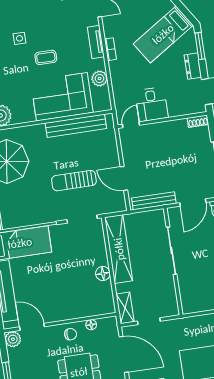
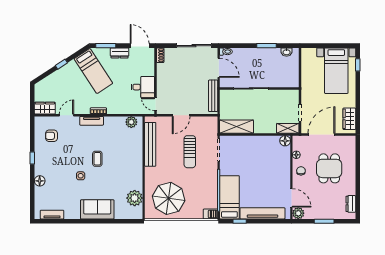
plant: (100, 78) -> (131, 122), moved
corner sofa: (62, 97) -> (128, 151), removed
door: (124, 178) -> (181, 115), moved
shelving: (119, 249) -> (237, 127), width x0.68
floor lamp: (103, 273) -> (285, 141), moved
door: (32, 327) -> (291, 198), swing flipped

